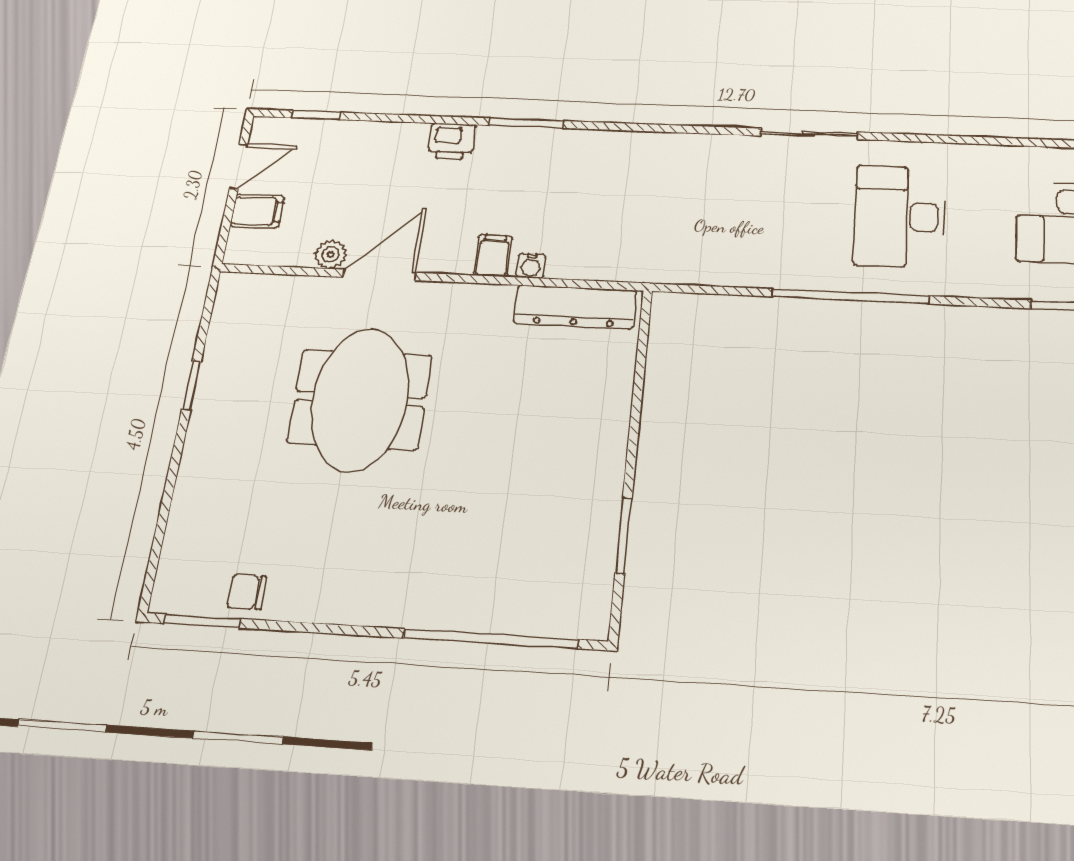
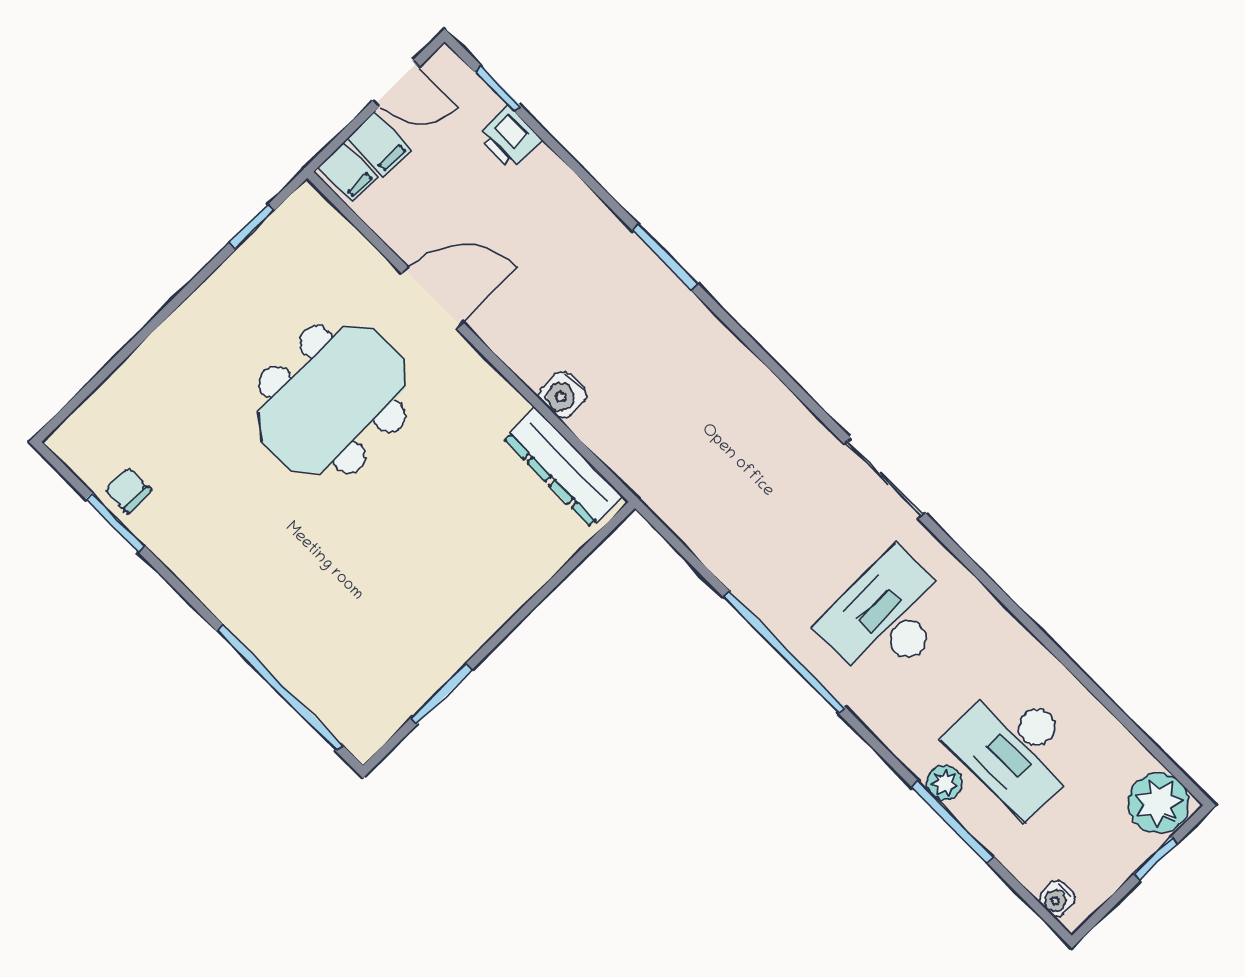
printer: (452, 141) -> (510, 139), moved
plant: (330, 255) -> (944, 783), moved
filing cabinet: (493, 256) -> (348, 172), moved, turned 90
water cooler: (531, 266) -> (563, 395), width x1.38, depth x1.38
window: (191, 385) -> (252, 227), moved
window: (202, 621) -> (115, 522), moved

